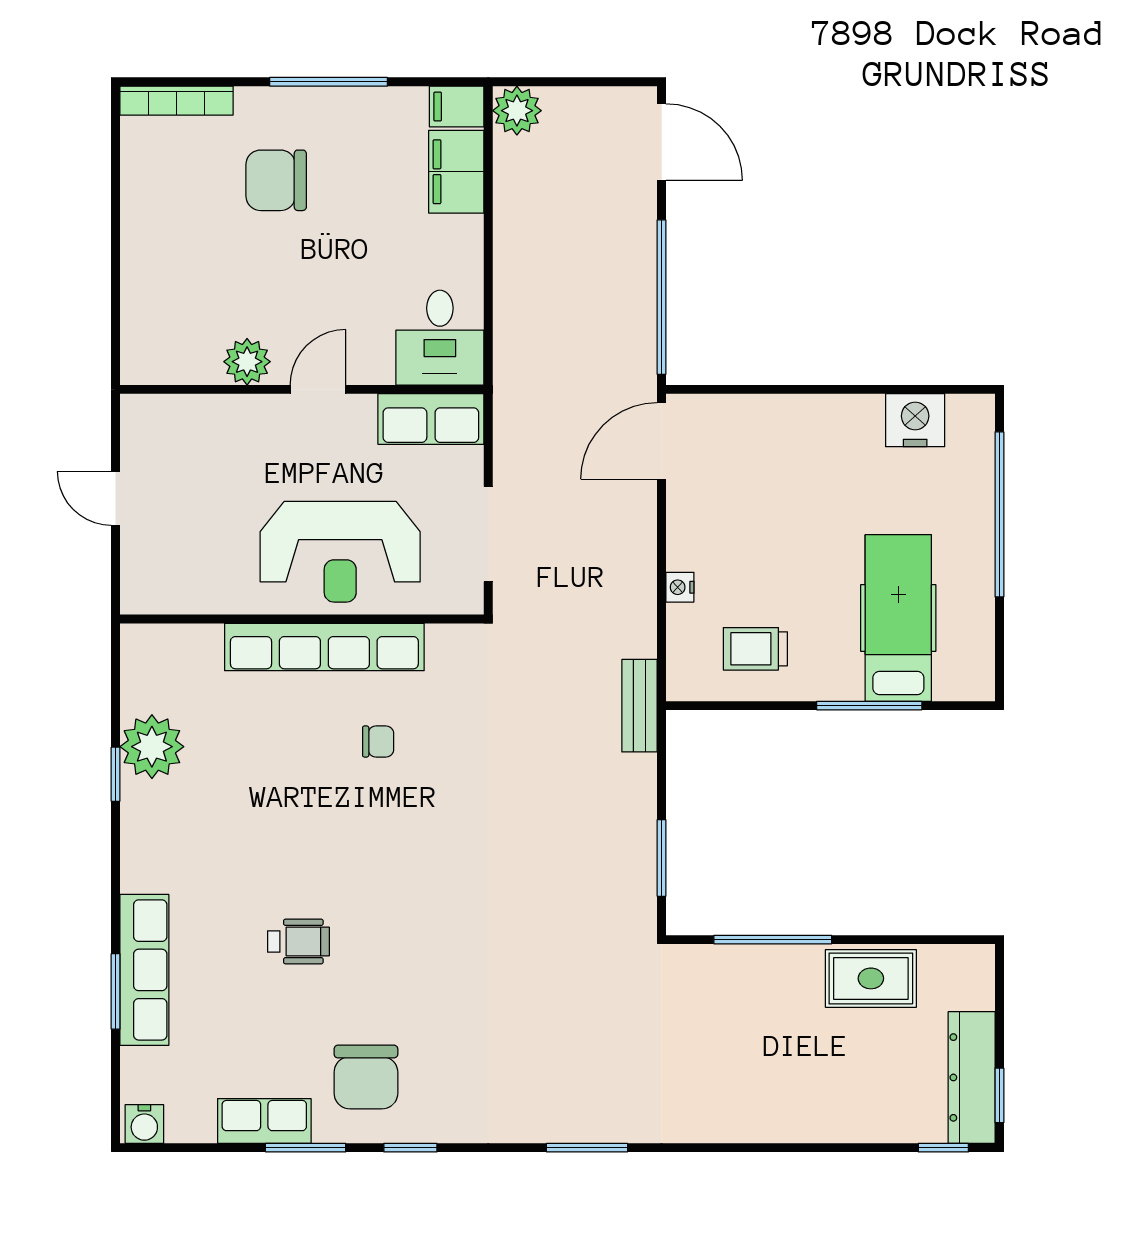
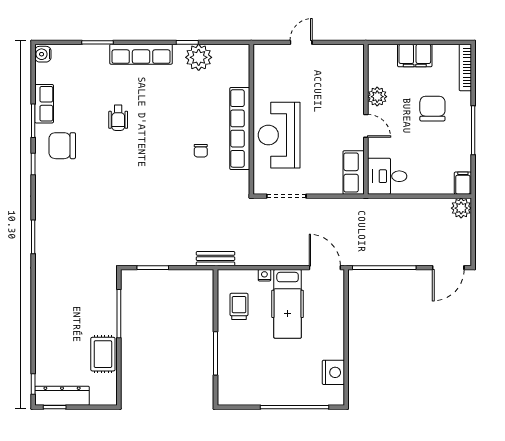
filing cabinet: (456, 172) -> (415, 55), moved, turned 180
desk: (440, 338) -> (387, 176), moved
plant: (247, 362) -> (377, 97), moved
wall: (302, 389) -> (366, 119), moved
door: (318, 389) -> (366, 126), moved
row of seats: (431, 419) -> (354, 172), moved
hospital bed: (898, 618) -> (288, 304), moved, turned 90
row of seats: (144, 970) -> (141, 54), moved

